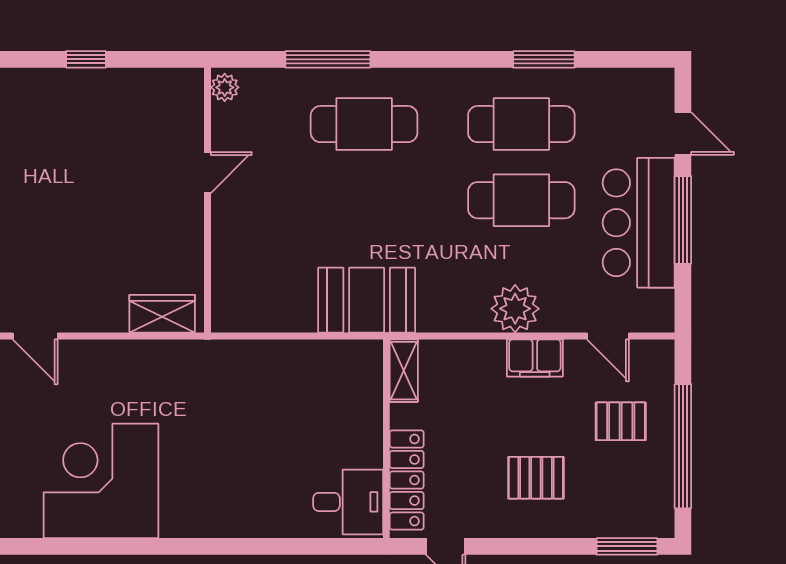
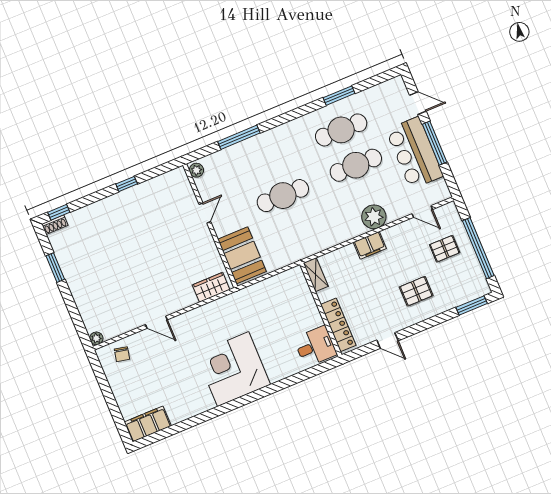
cafe table: (364, 124) -> (283, 196), moved
booth: (367, 300) -> (242, 255), moved, turned 90
filing cabinet: (535, 358) -> (370, 245), moved
shelving: (404, 371) -> (316, 275), moved
wall: (386, 439) -> (321, 310), moved
locker: (407, 480) -> (338, 325), moved
corner desk: (101, 481) -> (233, 369), moved
desk: (348, 502) -> (315, 346), moved

